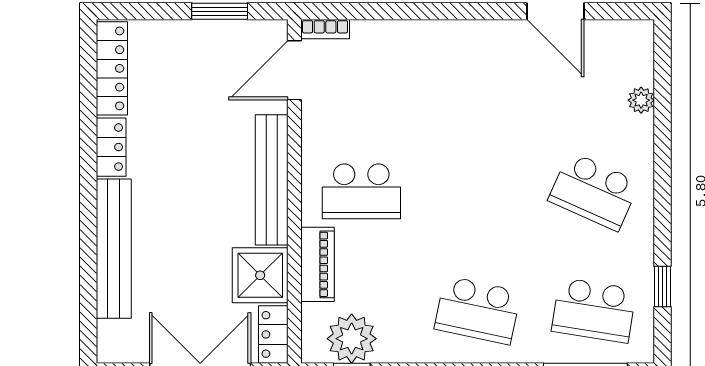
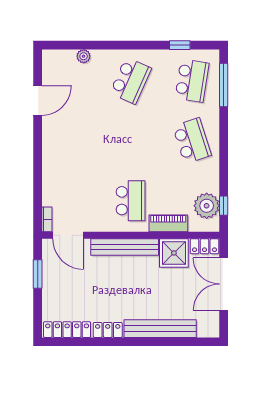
school desk: (478, 310) -> (192, 141), turned -30

